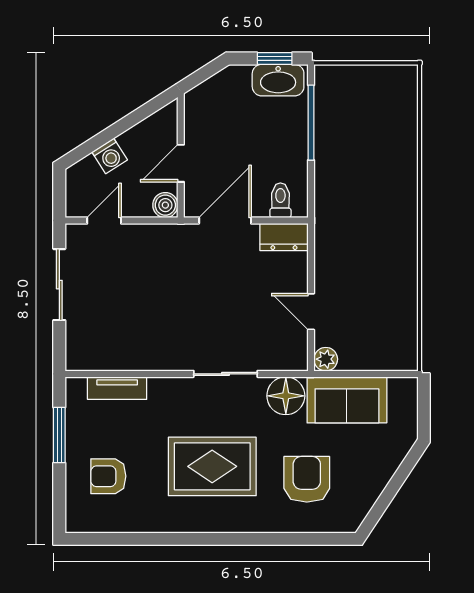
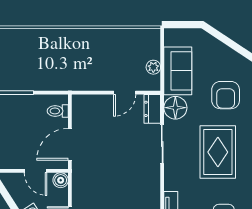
door: (225, 221) -> (70, 144), hinge flipped
dresser: (284, 237) -> (152, 109), moved, turned 180
plant: (326, 359) -> (153, 67), moved
armchair: (307, 479) -> (226, 95), turned -90

